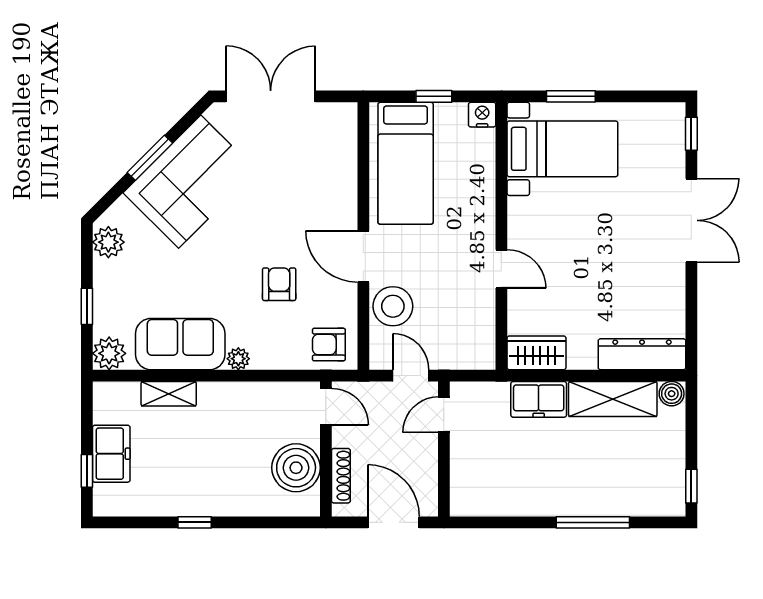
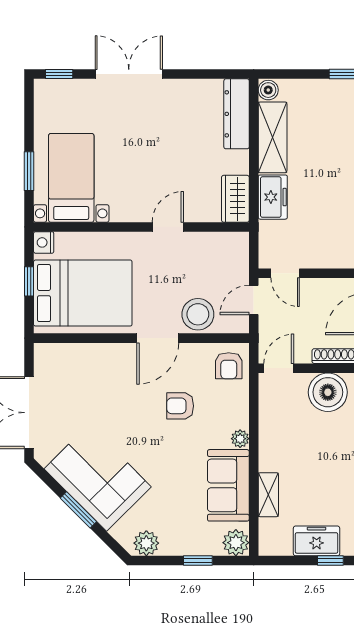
bed: (406, 163) -> (83, 293), width x1.50

